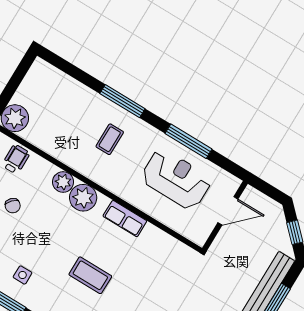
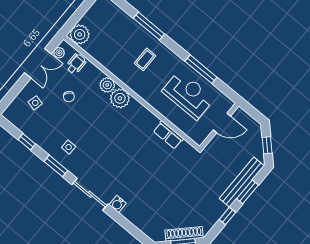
window: (122, 101) -> (149, 26), moved
row of seats: (125, 219) -> (168, 135), moved
coffee table: (90, 275) -> (117, 154), removed

